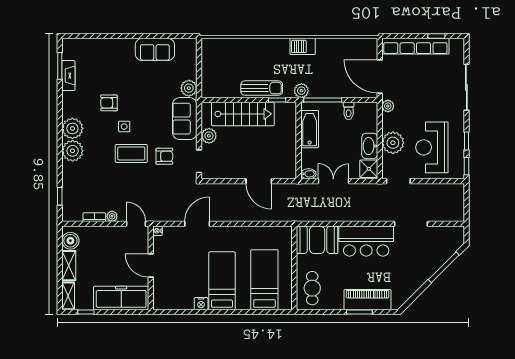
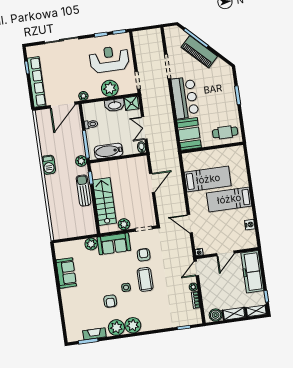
reception desk: (432, 147) -> (109, 59), turned 180
plant: (73, 151) -> (116, 328), moved
bed: (264, 280) -> (208, 179), moved, turned 180
piano: (367, 300) -> (199, 52), moved, turned -45
nightstand: (201, 304) -> (250, 225), moved

